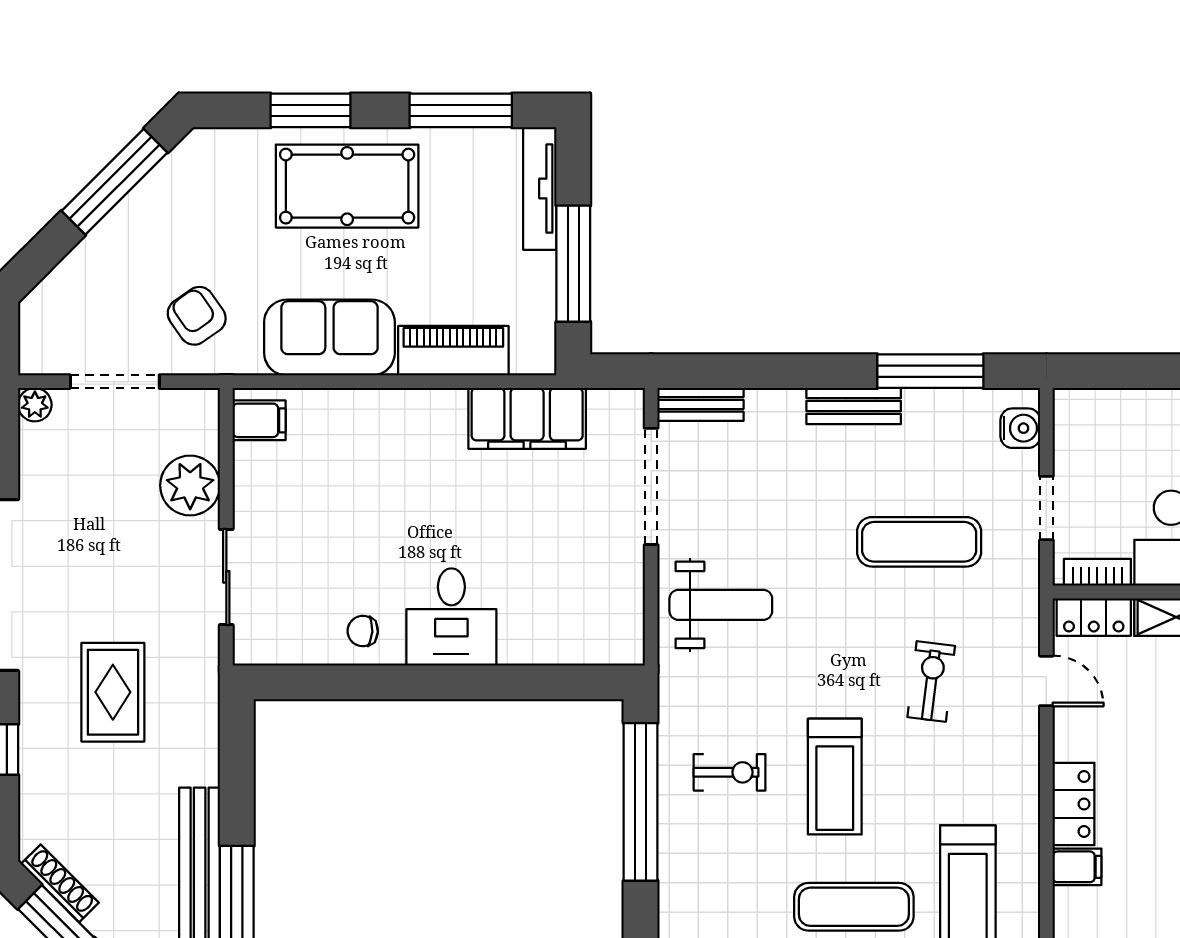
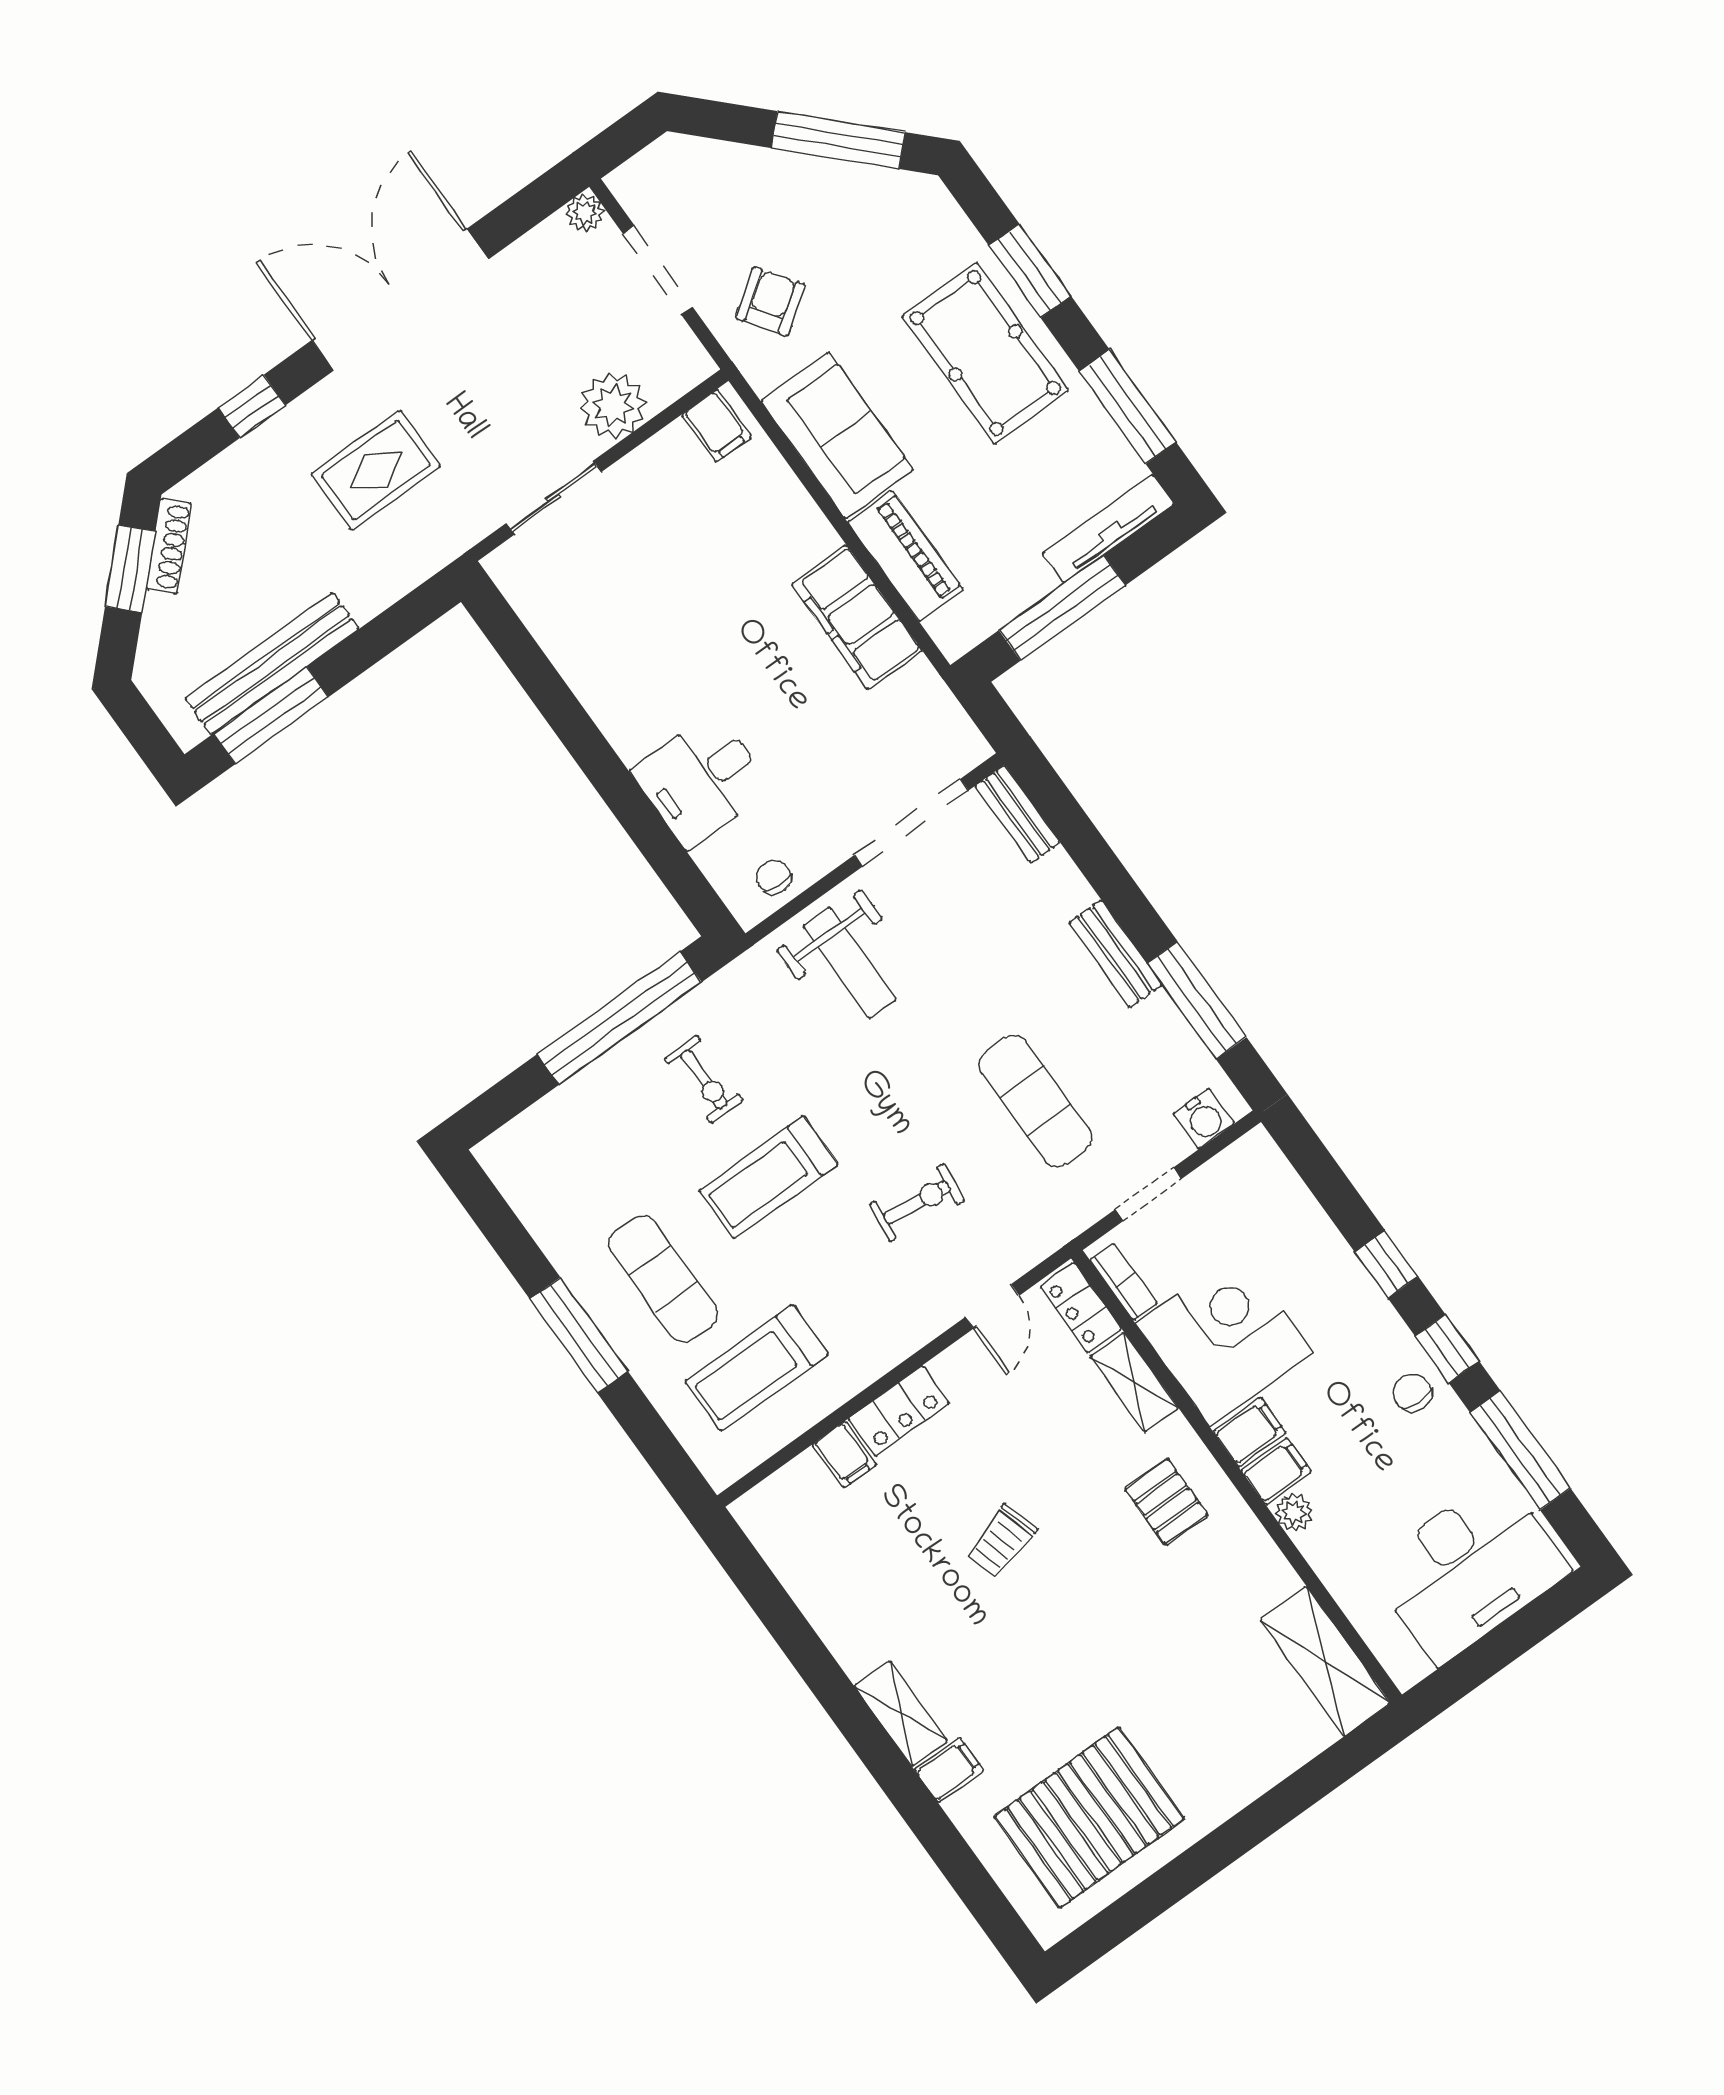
filing cabinet: (527, 418) -> (857, 617), moved
desk: (451, 617) -> (702, 780), moved
chair: (363, 631) -> (774, 877), moved

